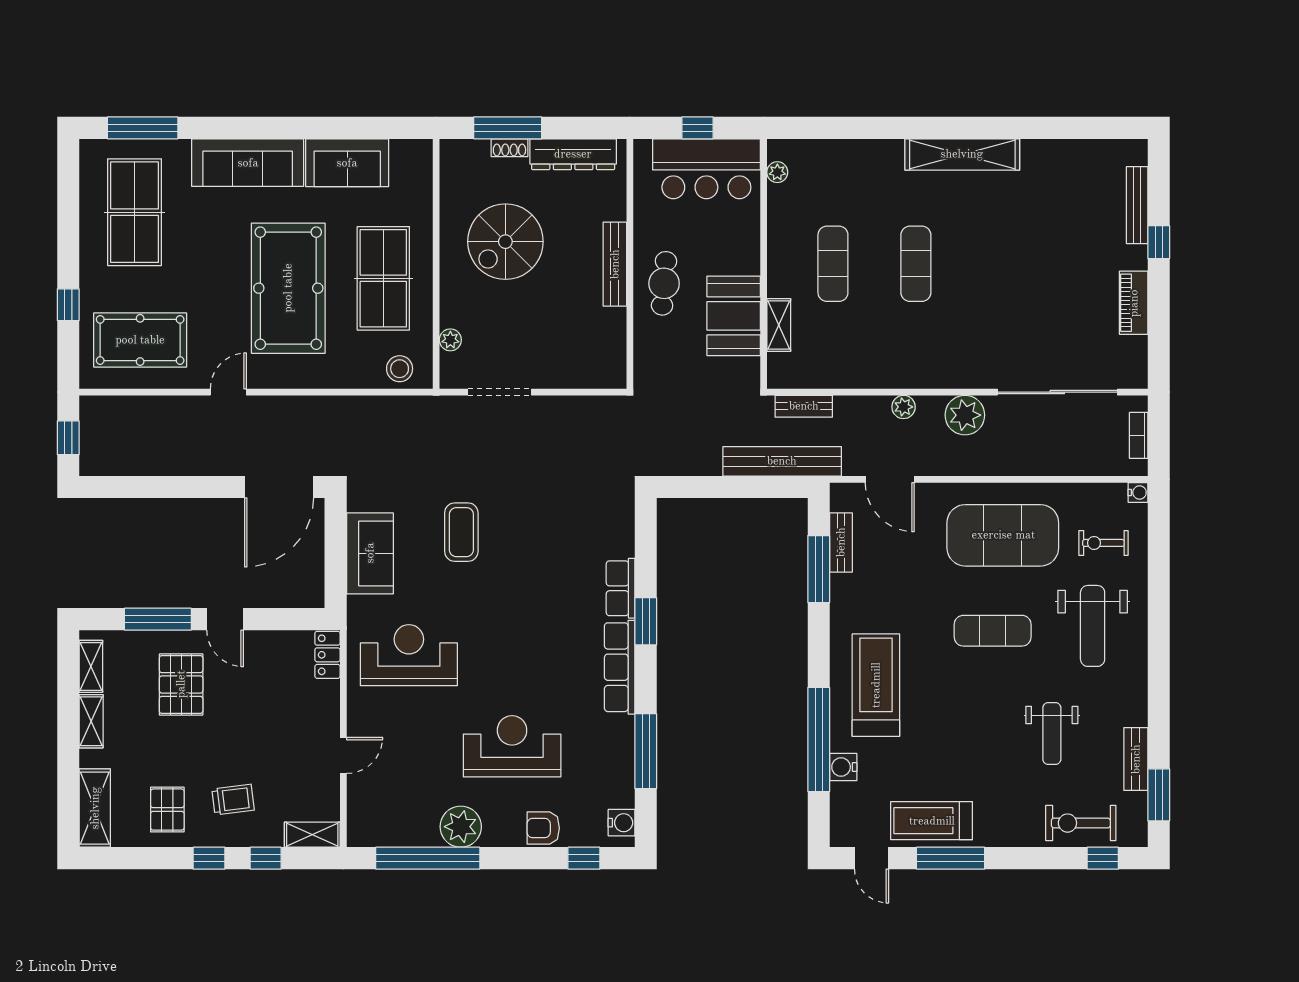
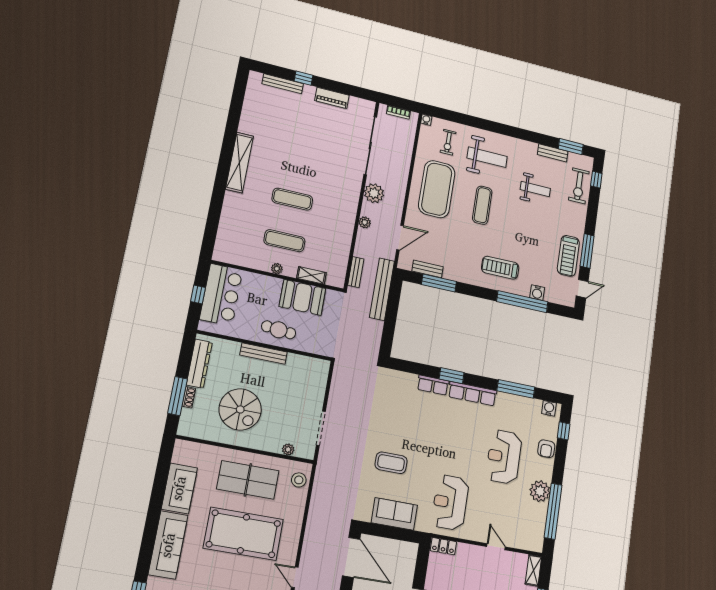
plant: (777, 172) -> (277, 269), moved
treadmill: (876, 685) -> (500, 268), width x0.73, depth x0.73

